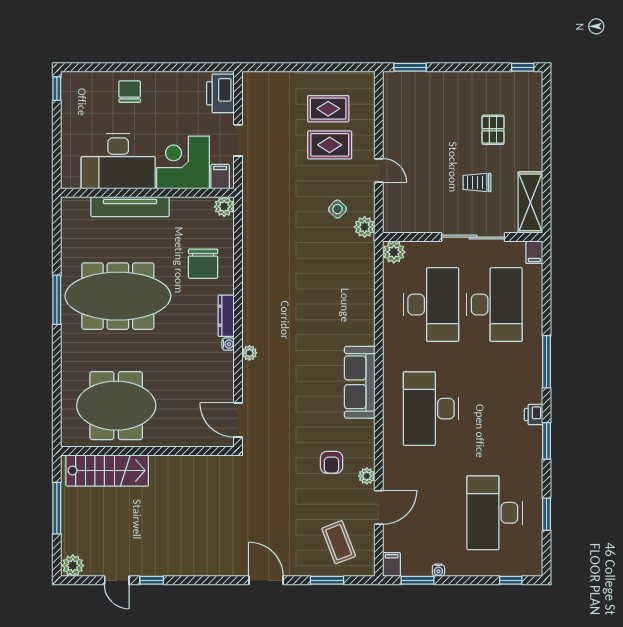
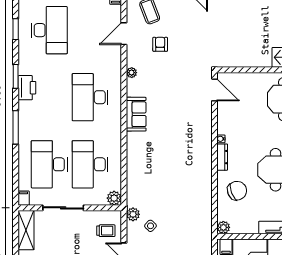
trolley: (477, 182) -> (106, 231), moved
chair: (203, 264) -> (237, 191), turned 68
plant: (249, 353) -> (207, 133), removed
sofa: (360, 382) -> (136, 114), width x0.73
desk: (431, 409) -> (90, 97), turned 180
printer: (534, 415) -> (27, 88), width x1.87, depth x1.48
armchair: (332, 462) -> (160, 44), moved
plant: (367, 476) -> (132, 73), moved

